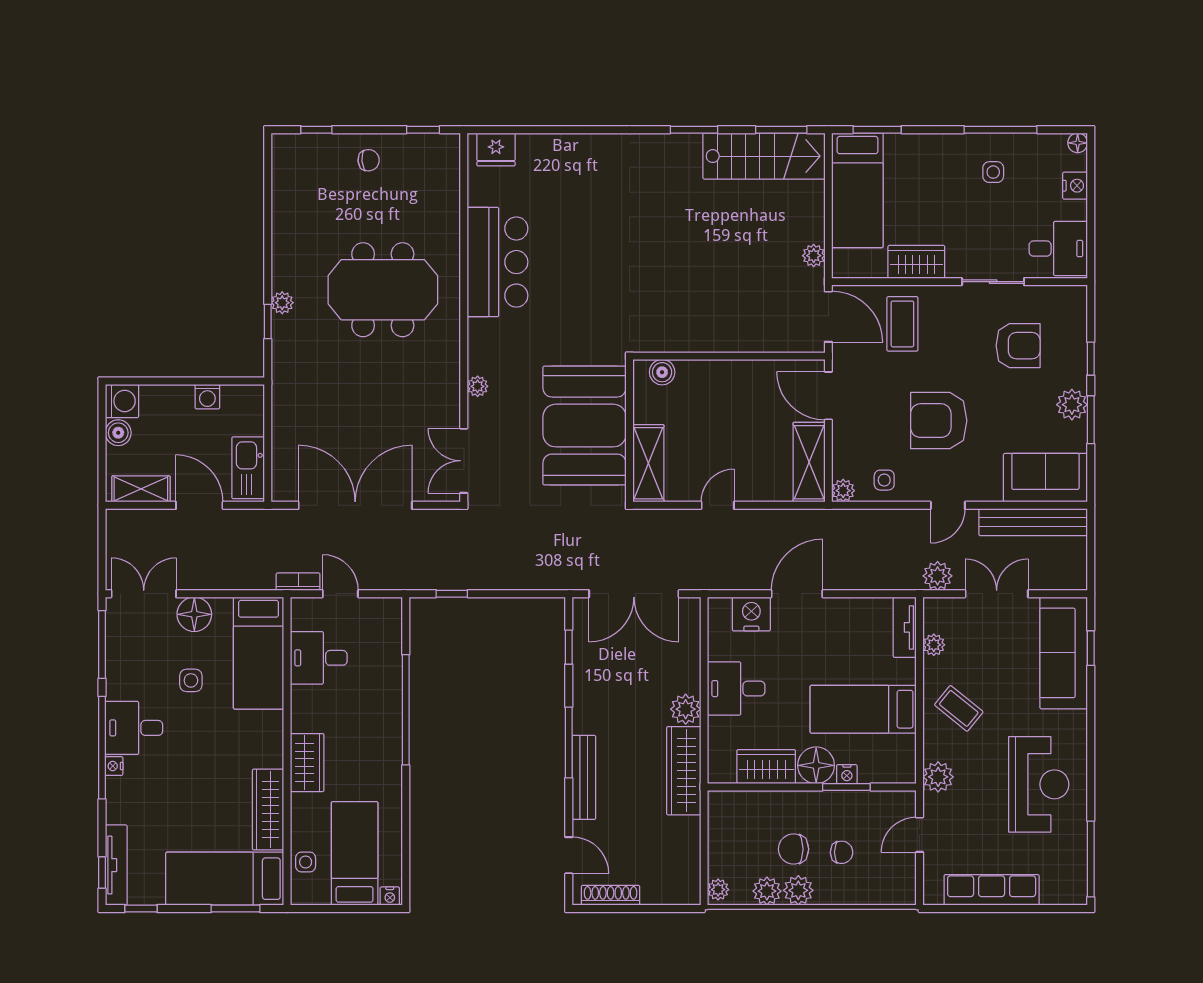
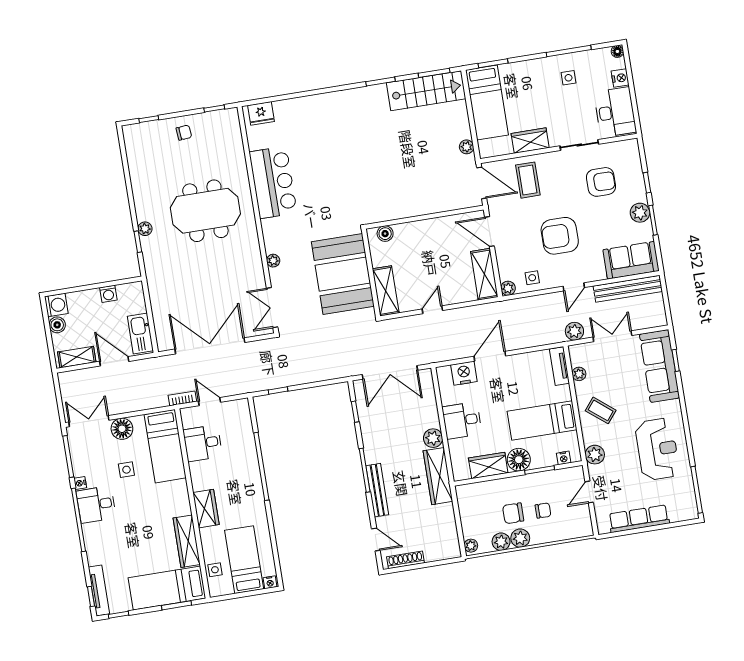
desk: (1058, 249) -> (615, 112), width x1.37
nightstand: (114, 766) -> (80, 483), moved
nightstand: (847, 774) -> (564, 458), moved

